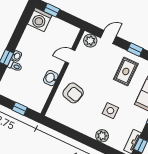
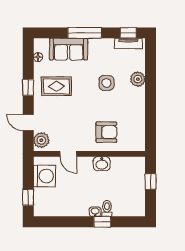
washing machine: (40, 20) -> (45, 176), moved
armchair: (73, 93) -> (106, 132), turned 76

